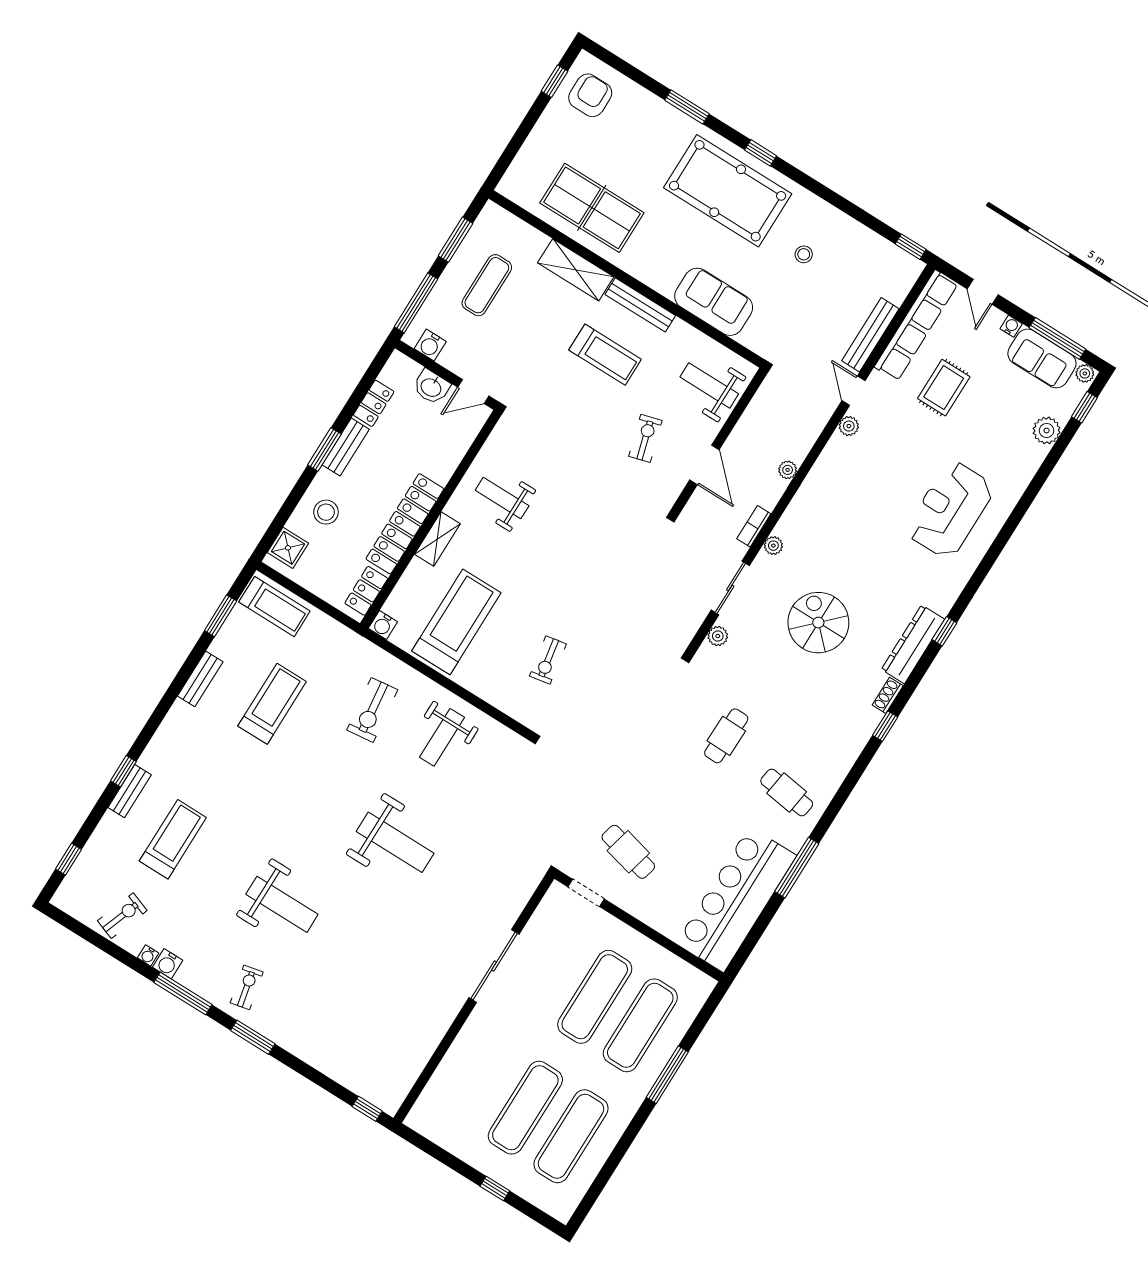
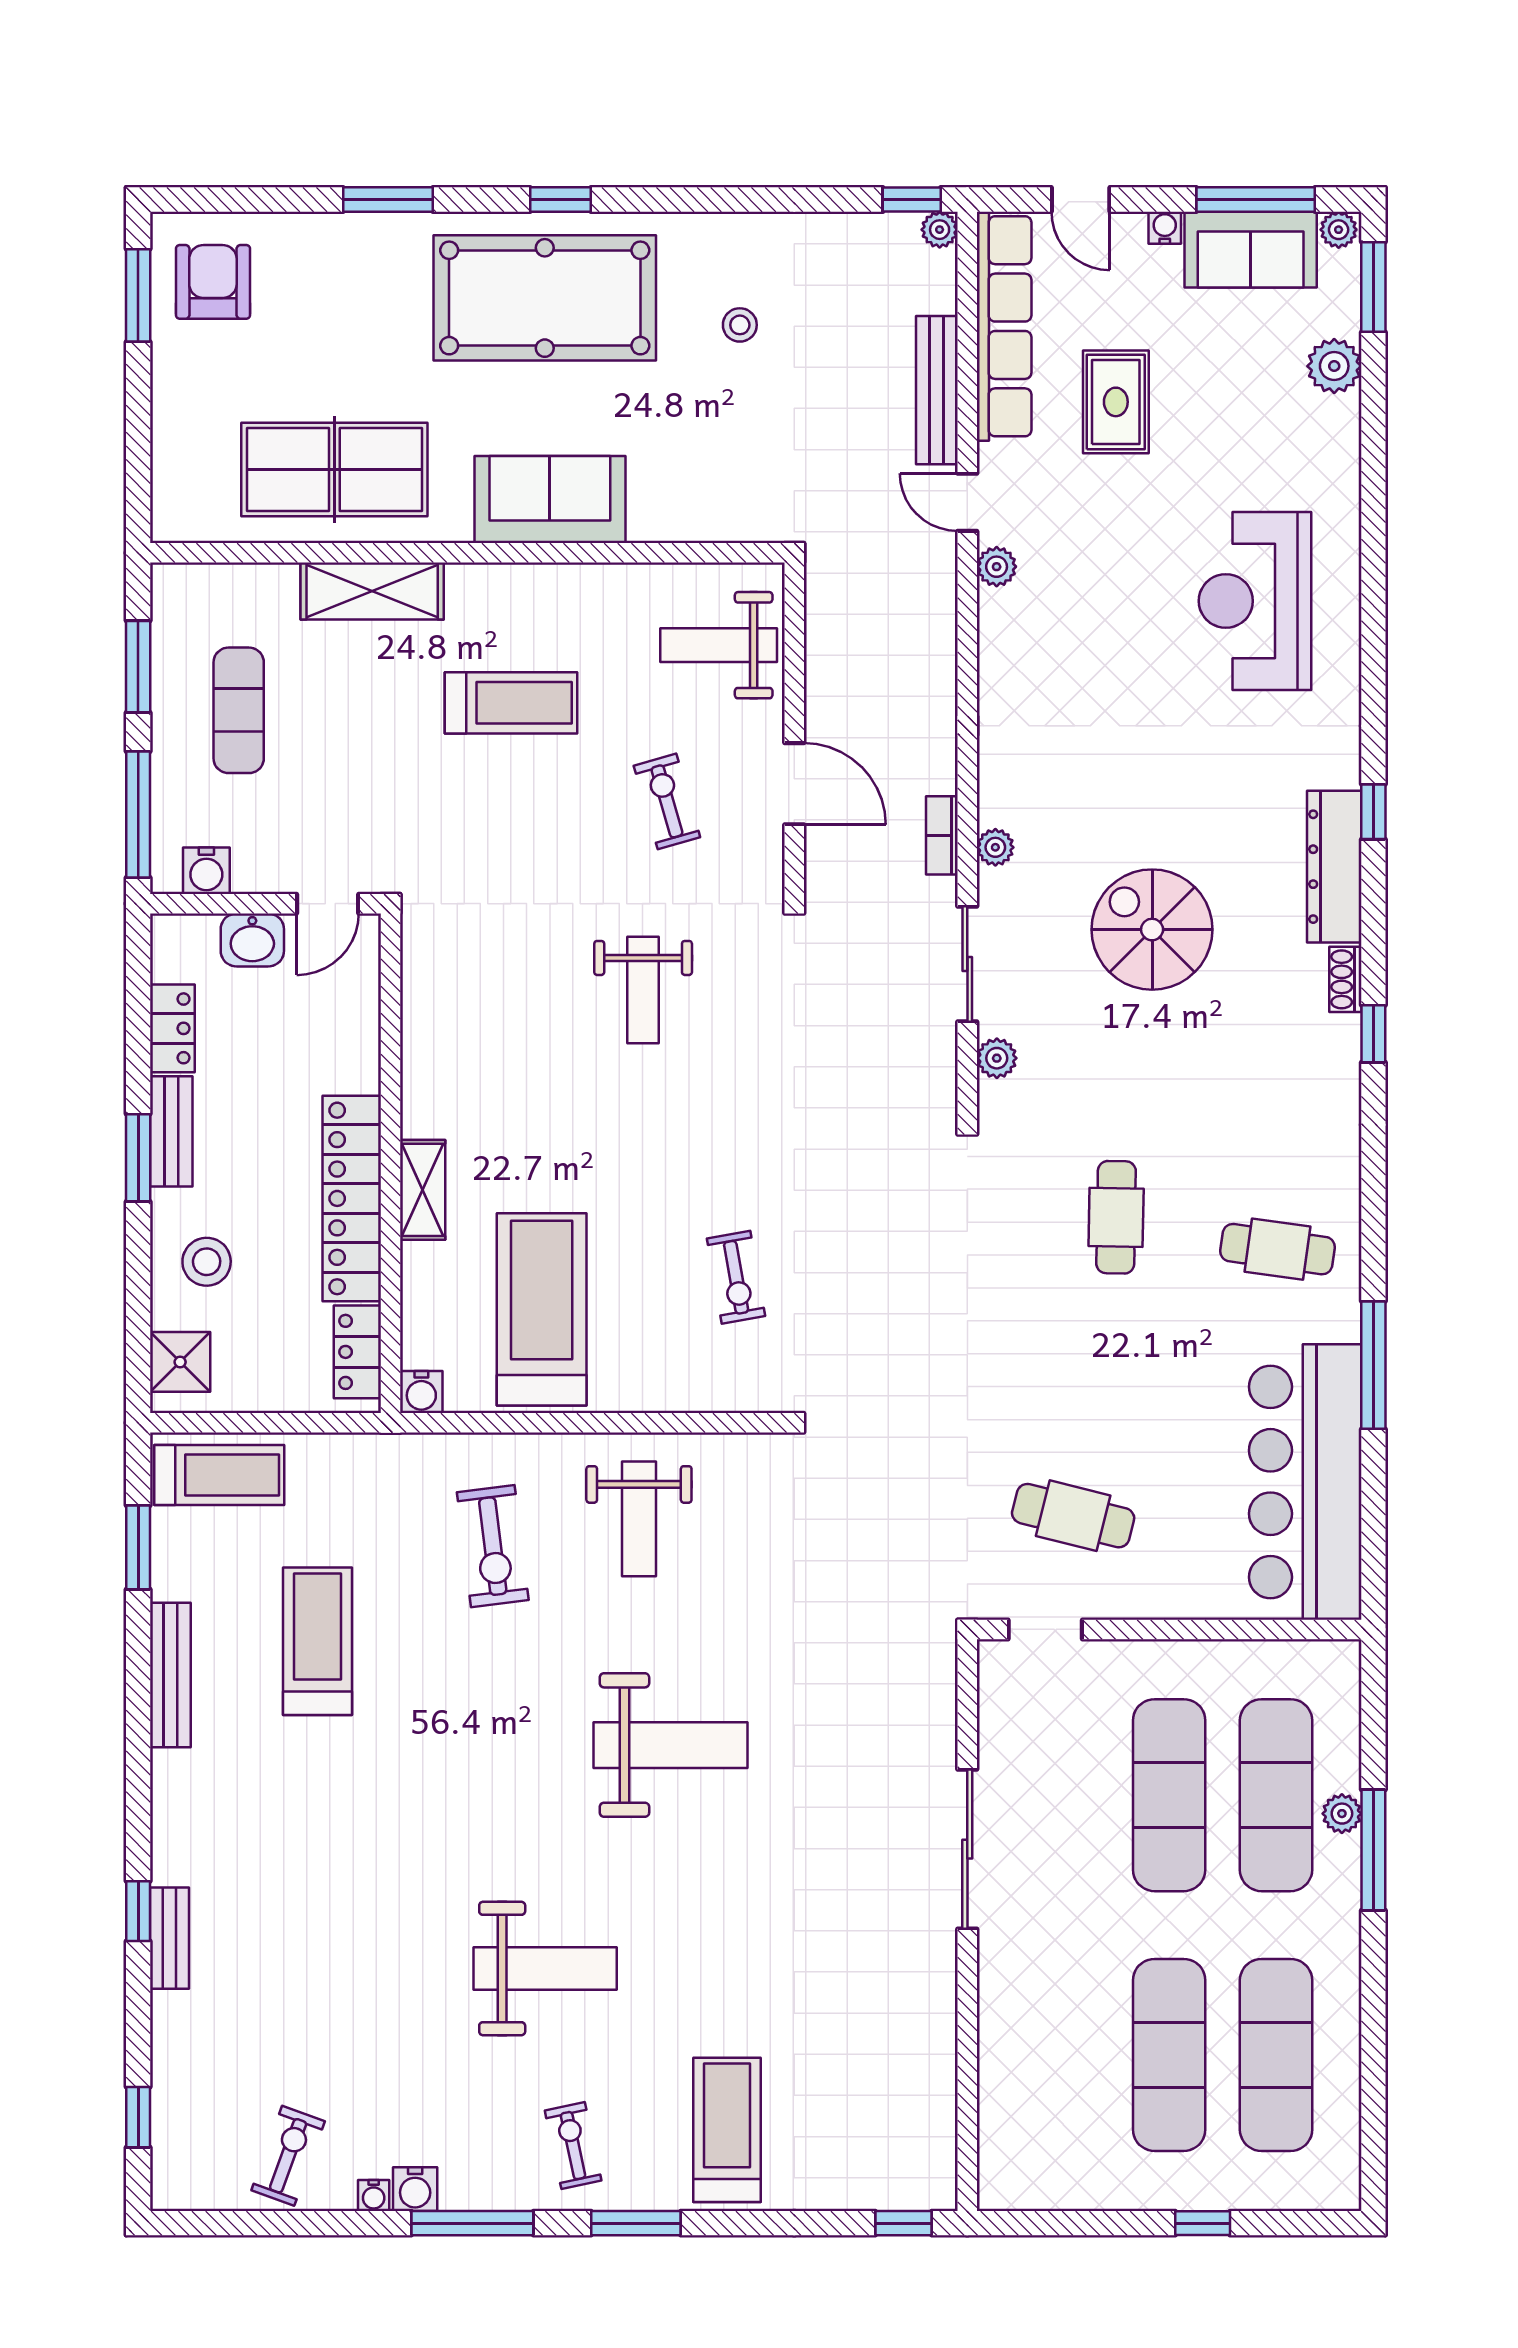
window: (555, 81) -> (138, 295), width x1.50
sofa: (714, 302) -> (550, 500), moved
bench: (640, 305) -> (518, 582), removed
window: (1084, 407) -> (1373, 287), width x1.50
plant: (788, 470) -> (940, 230), moved
weight bench: (502, 498) -> (643, 990), moved, turned -90
bench: (200, 679) -> (170, 1675), width x1.36
treadmill: (173, 839) -> (727, 2130), moved
plant: (664, 1051) -> (1342, 1814), added

